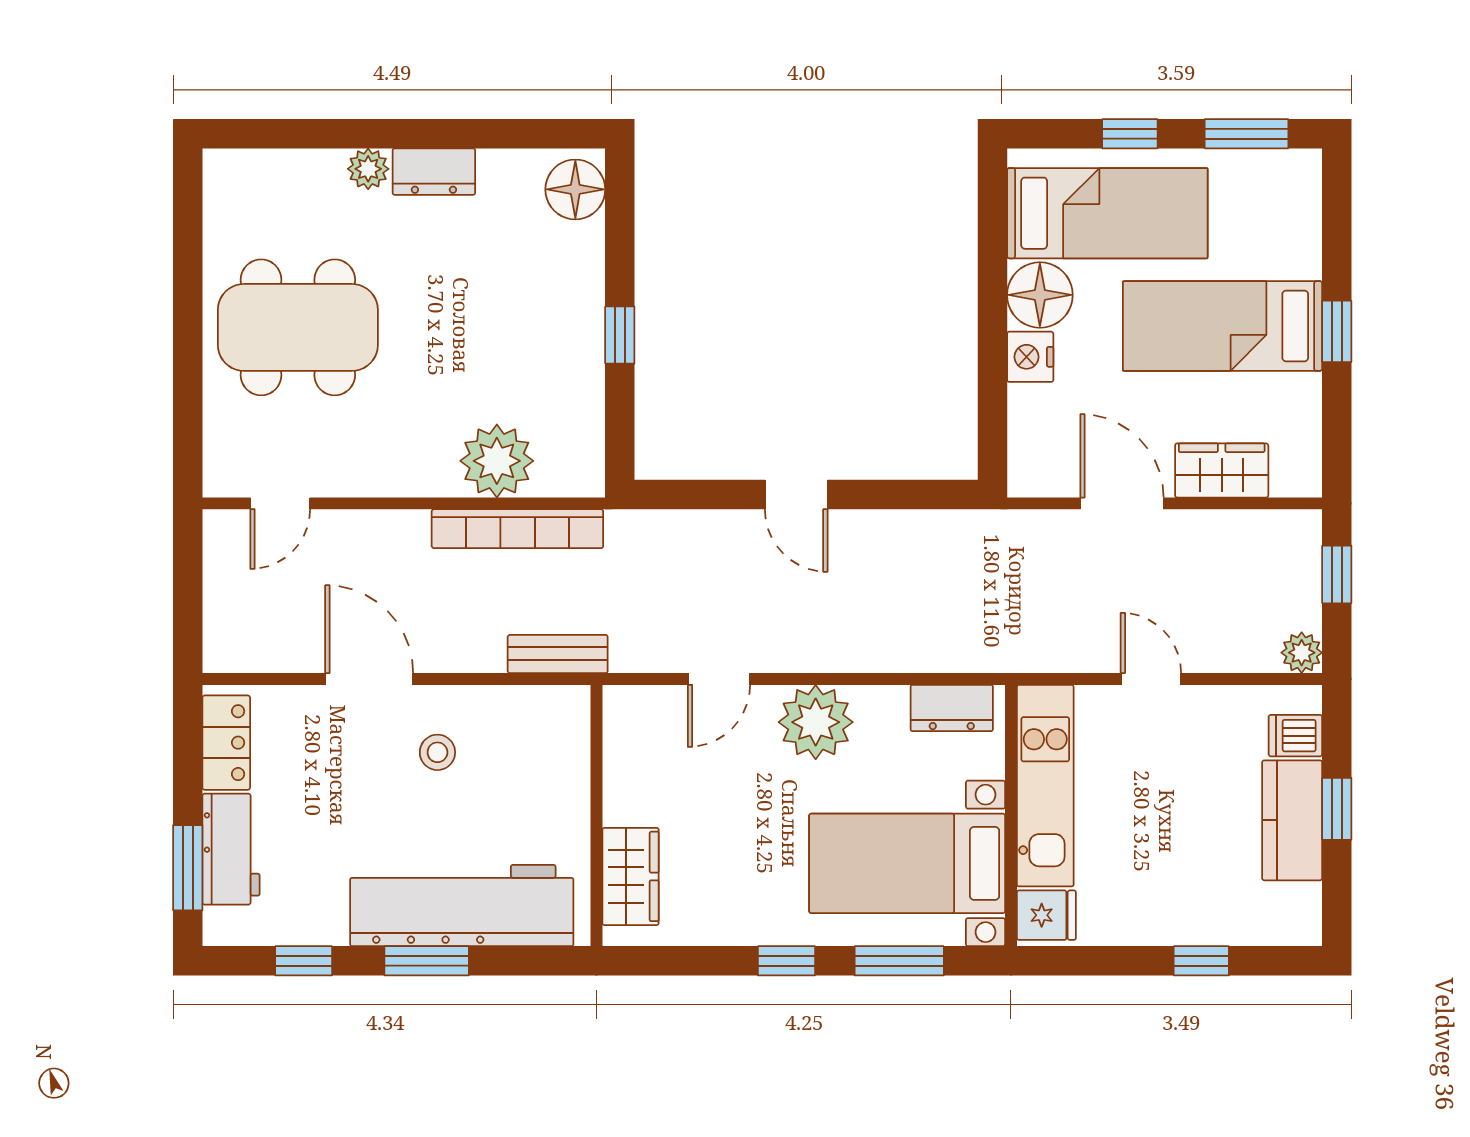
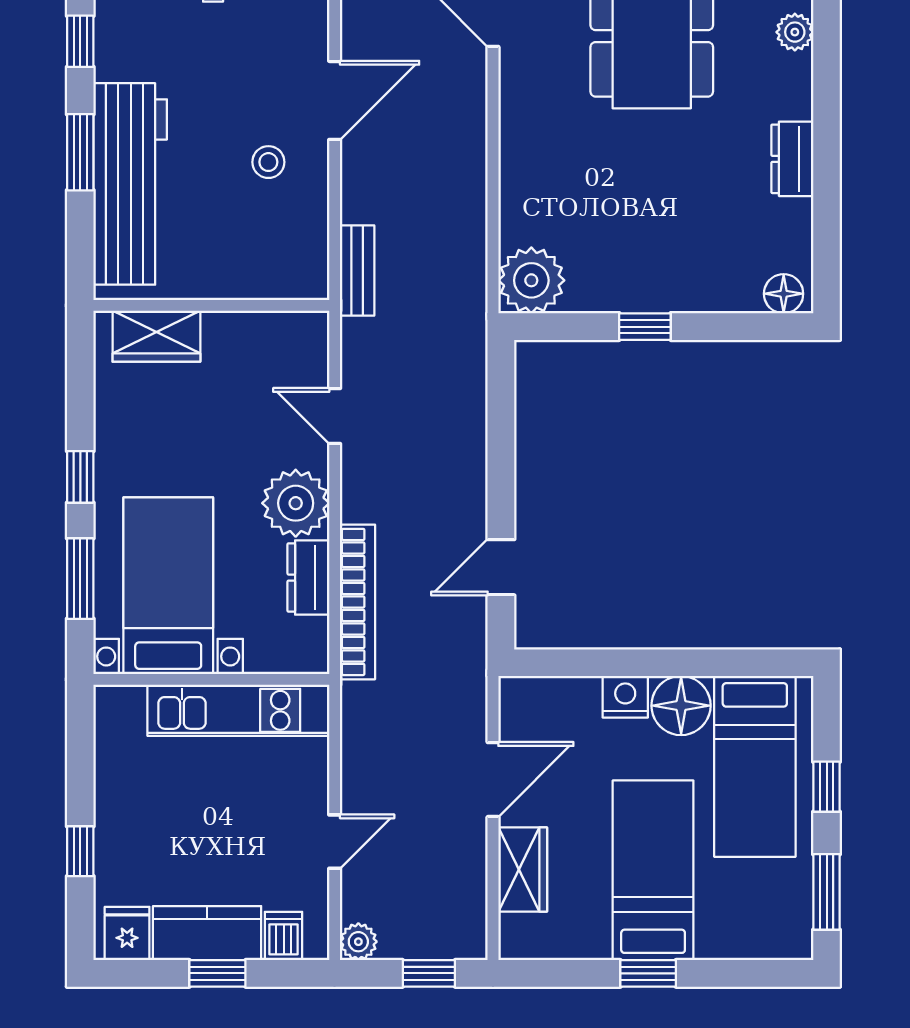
plant: (368, 169) -> (795, 32), moved
floor lamp: (575, 189) -> (784, 294), width x0.73, depth x0.73
plant: (497, 461) -> (531, 280), moved
door: (796, 495) -> (501, 567), moved
bookcase: (517, 529) -> (357, 602), moved, turned 180
door: (1151, 679) -> (335, 842), moved
dresser: (952, 708) -> (308, 578), moved
fridge: (1046, 915) -> (127, 933), moved, turned 180

